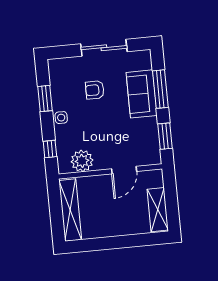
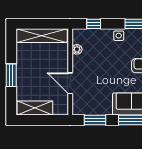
plant: (82, 161) -> (77, 49), width x0.53, depth x0.53
window: (121, 242) -> (11, 75), added

